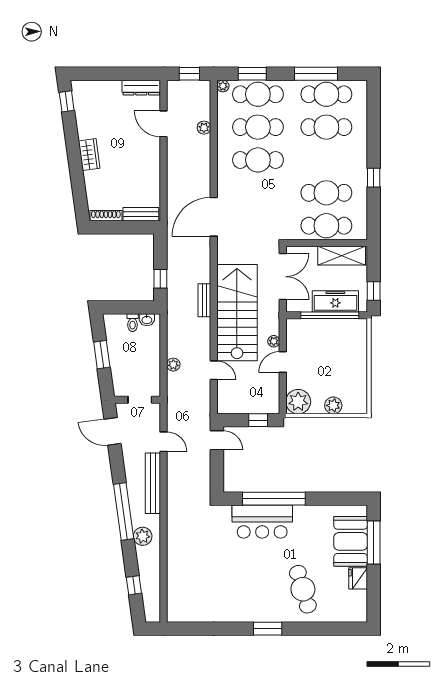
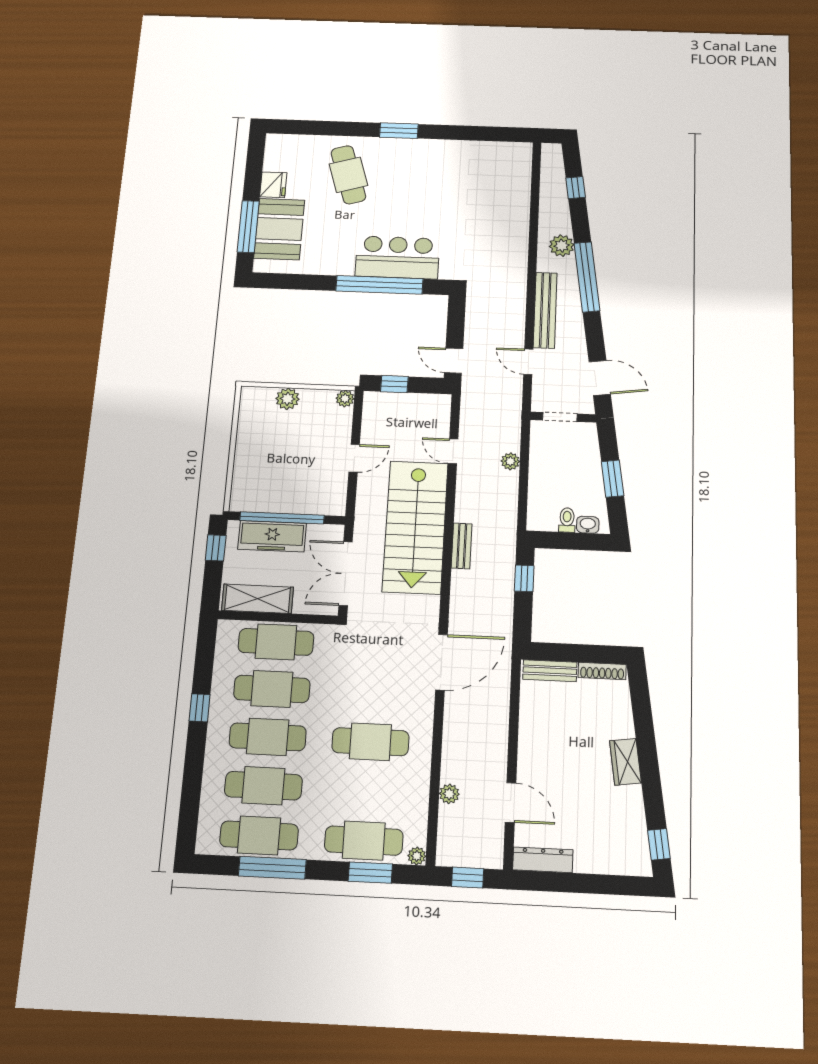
cafe table: (258, 127) -> (268, 737), moved
washbasin: (147, 320) -> (588, 525), moved
plant: (274, 341) -> (365, 486), removed
plant: (298, 402) -> (345, 399), width x0.53, depth x0.53

